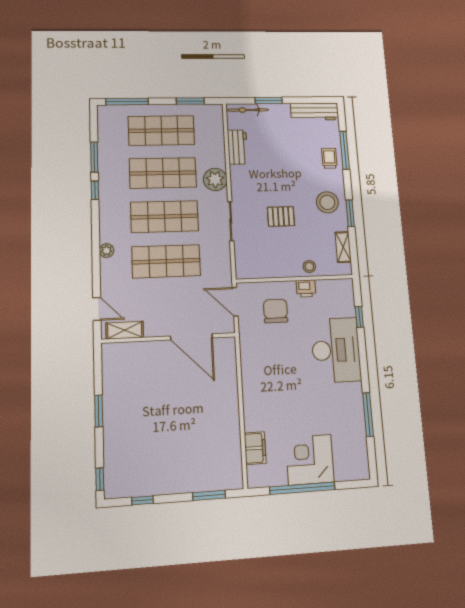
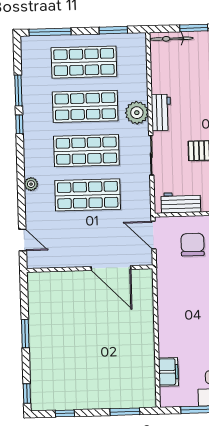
workbench: (237, 147) -> (161, 113), moved
workbench: (262, 268) -> (181, 203), added
shelving: (125, 330) -> (48, 260), removed

